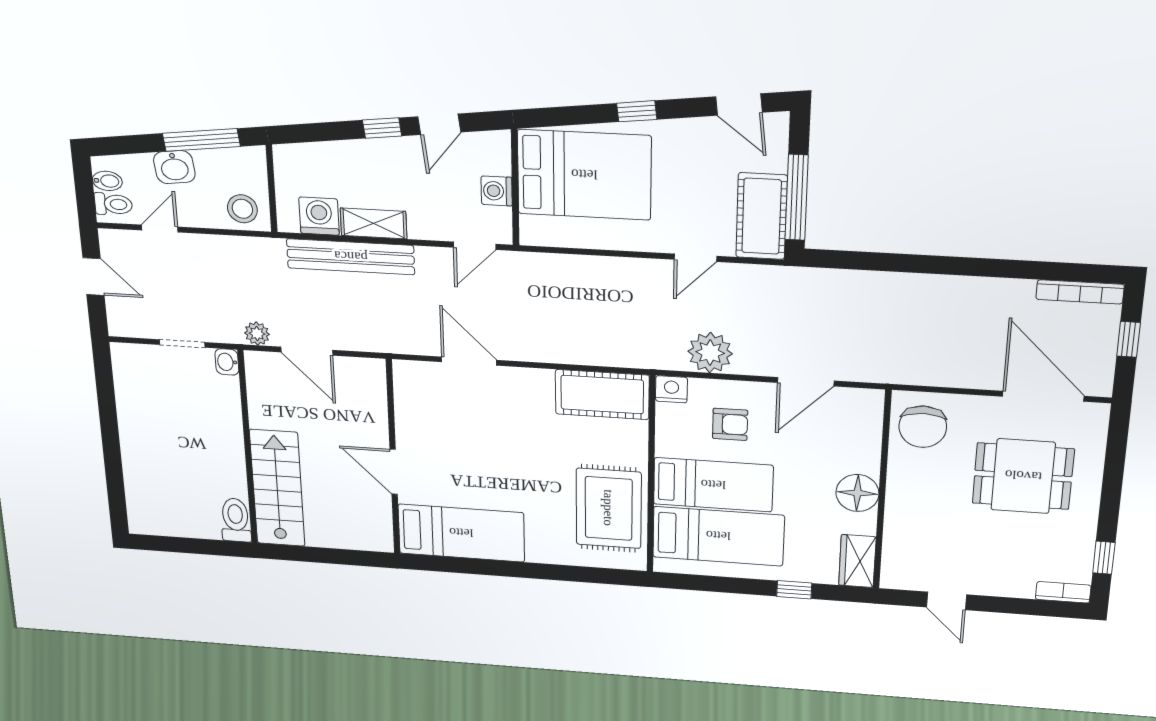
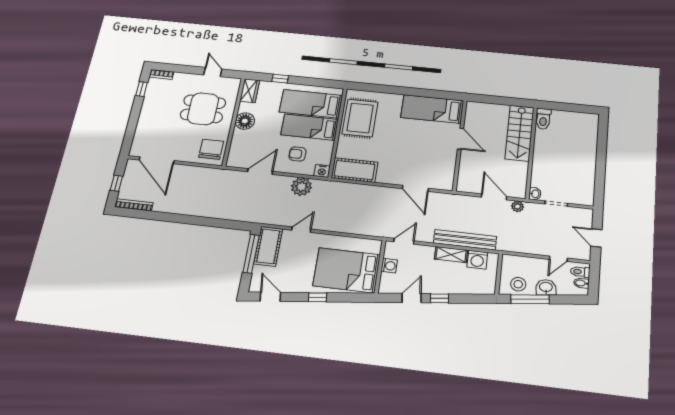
stool: (242, 209) -> (518, 284), moved
dining table: (1023, 476) -> (203, 109), moved

